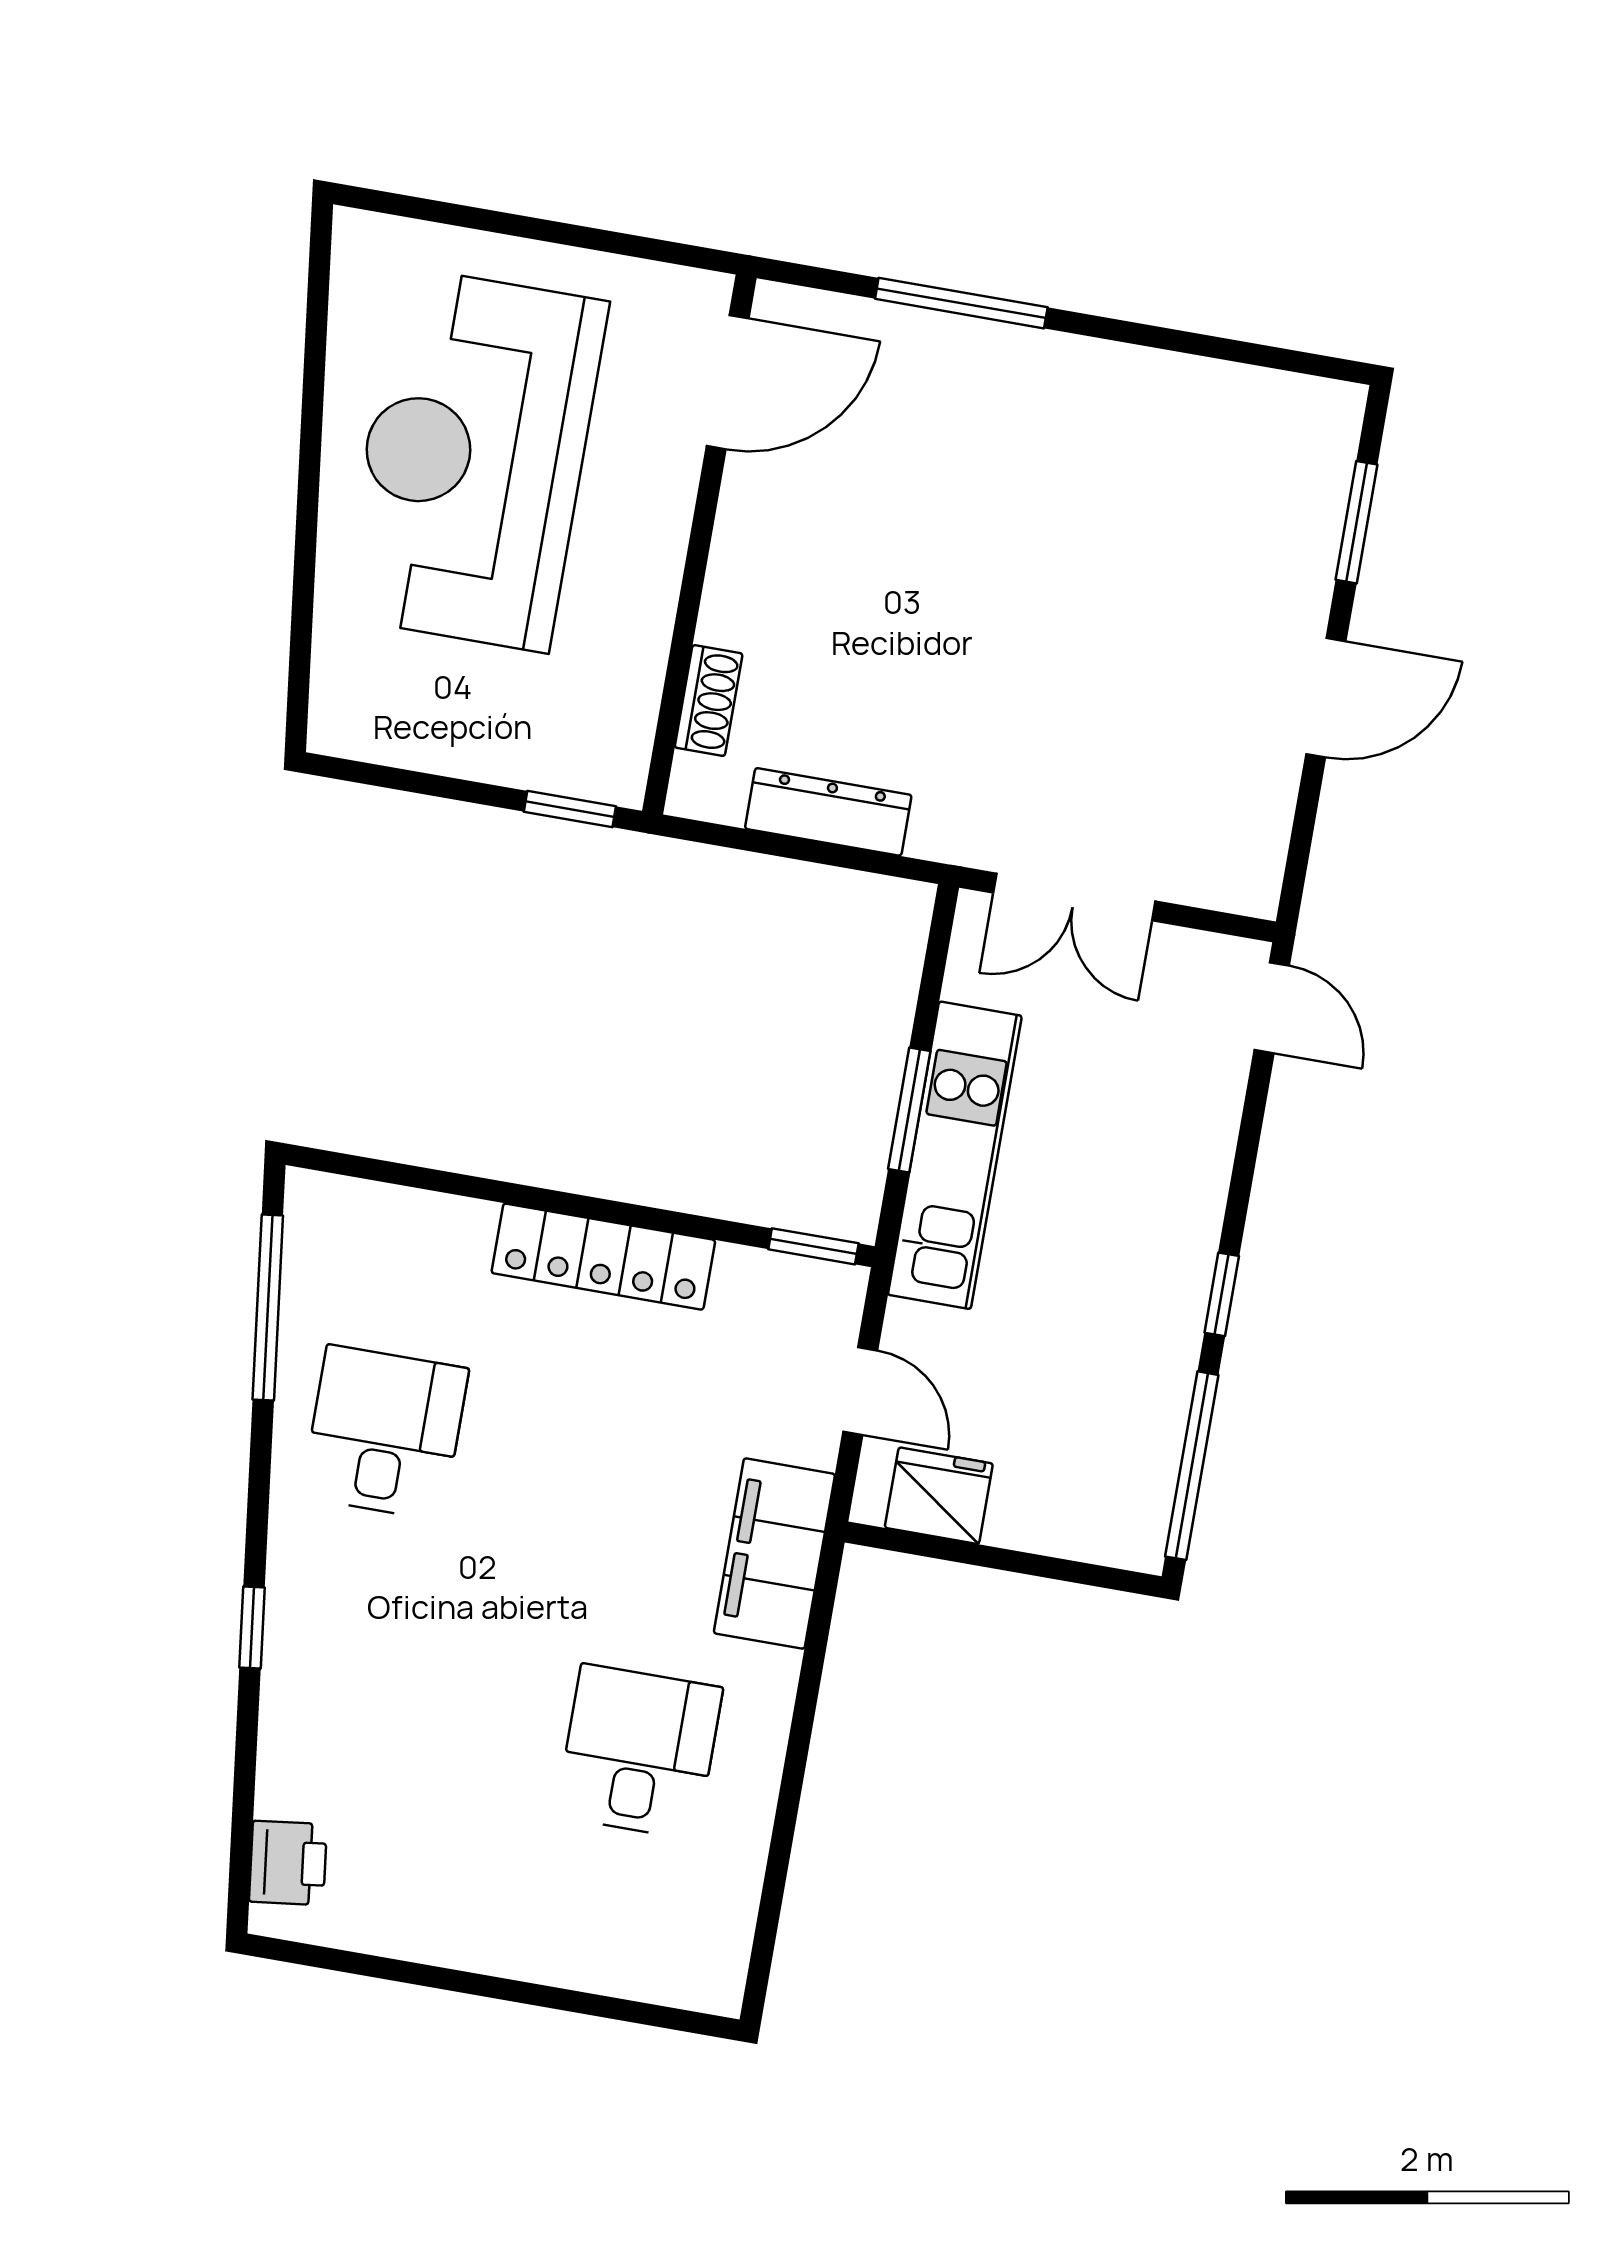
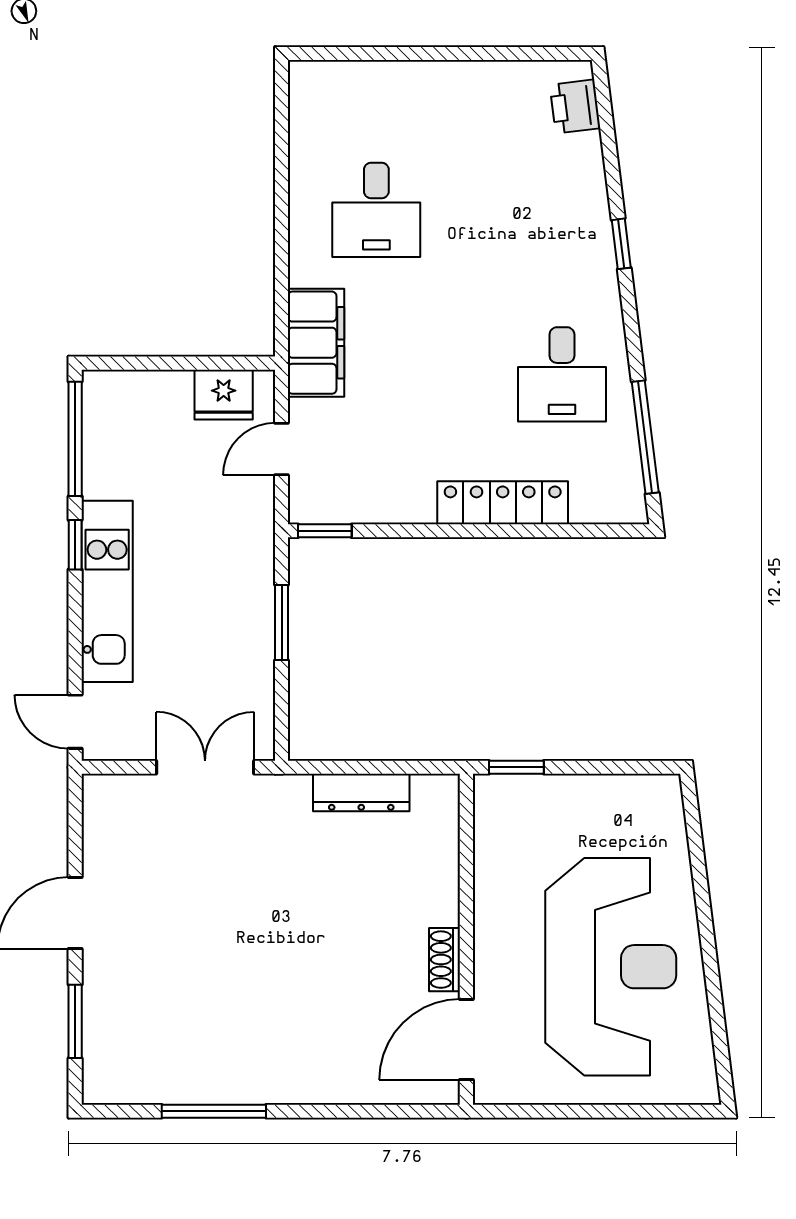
window: (961, 303) -> (214, 1111), moved
shoe rack: (709, 701) -> (445, 960), moved
kitchen unit: (955, 1155) -> (107, 591), moved, turned 180
locker: (603, 1257) -> (503, 503), moved
door: (860, 1391) -> (282, 449), hinge flipped

